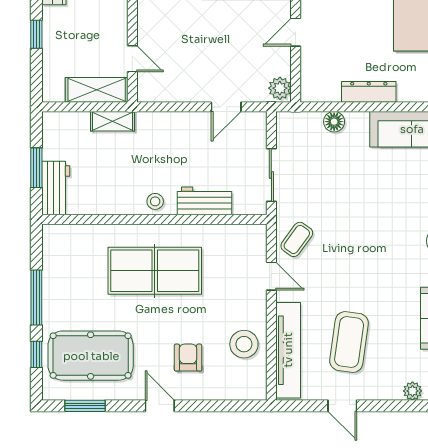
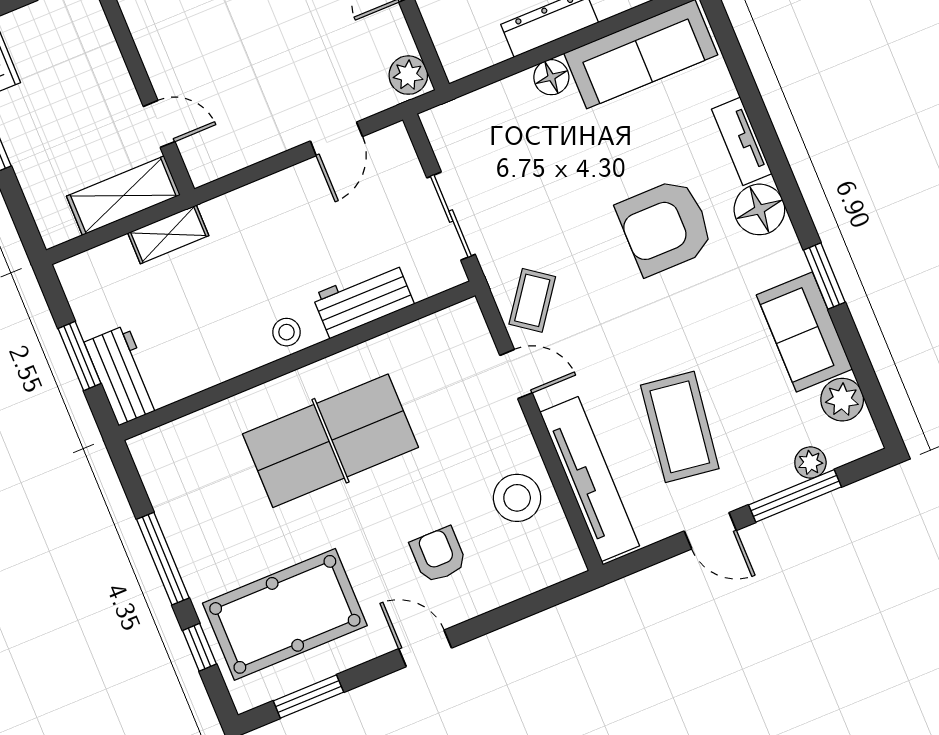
floor lamp: (334, 122) -> (551, 77), moved
armchair: (386, 229) -> (665, 227), added
window: (397, 406) -> (795, 496), added

